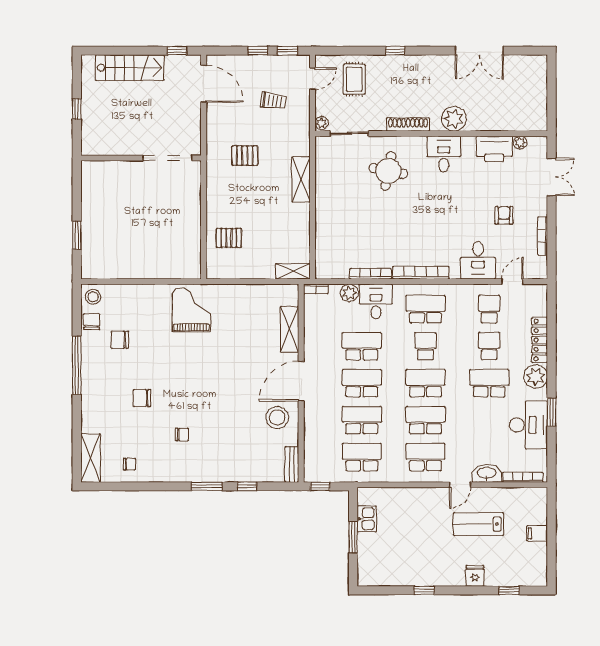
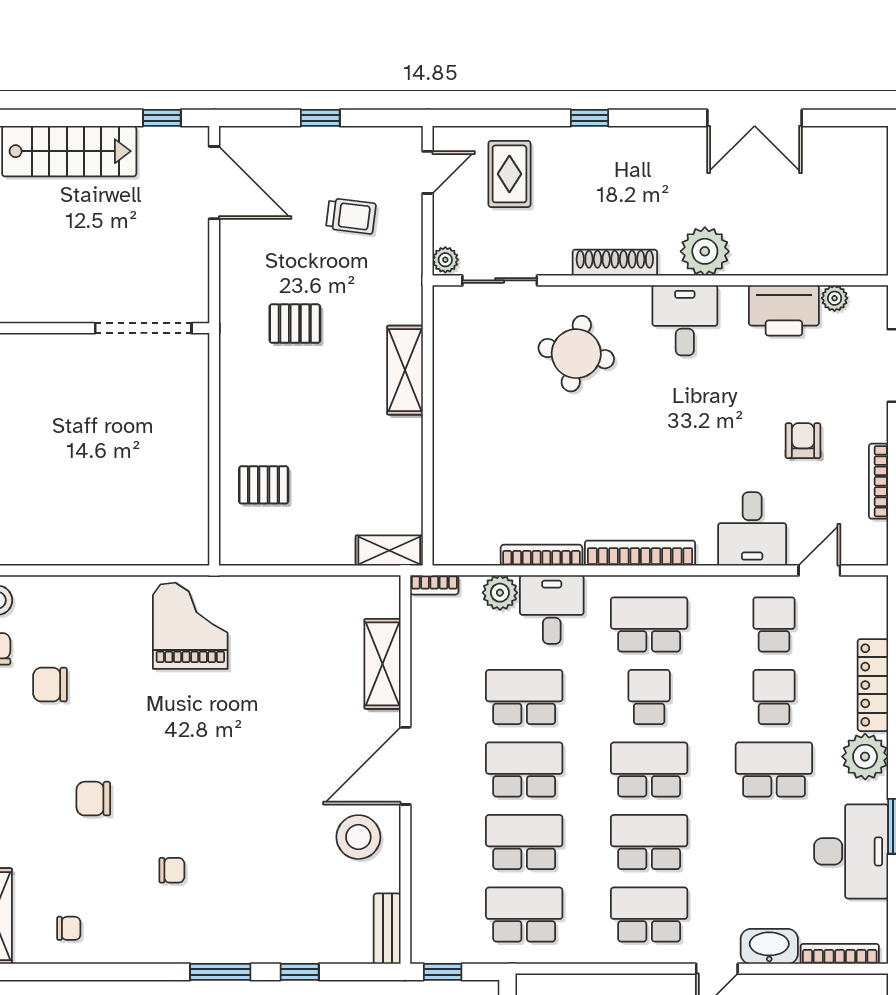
window: (287, 51) -> (378, 118), removed

